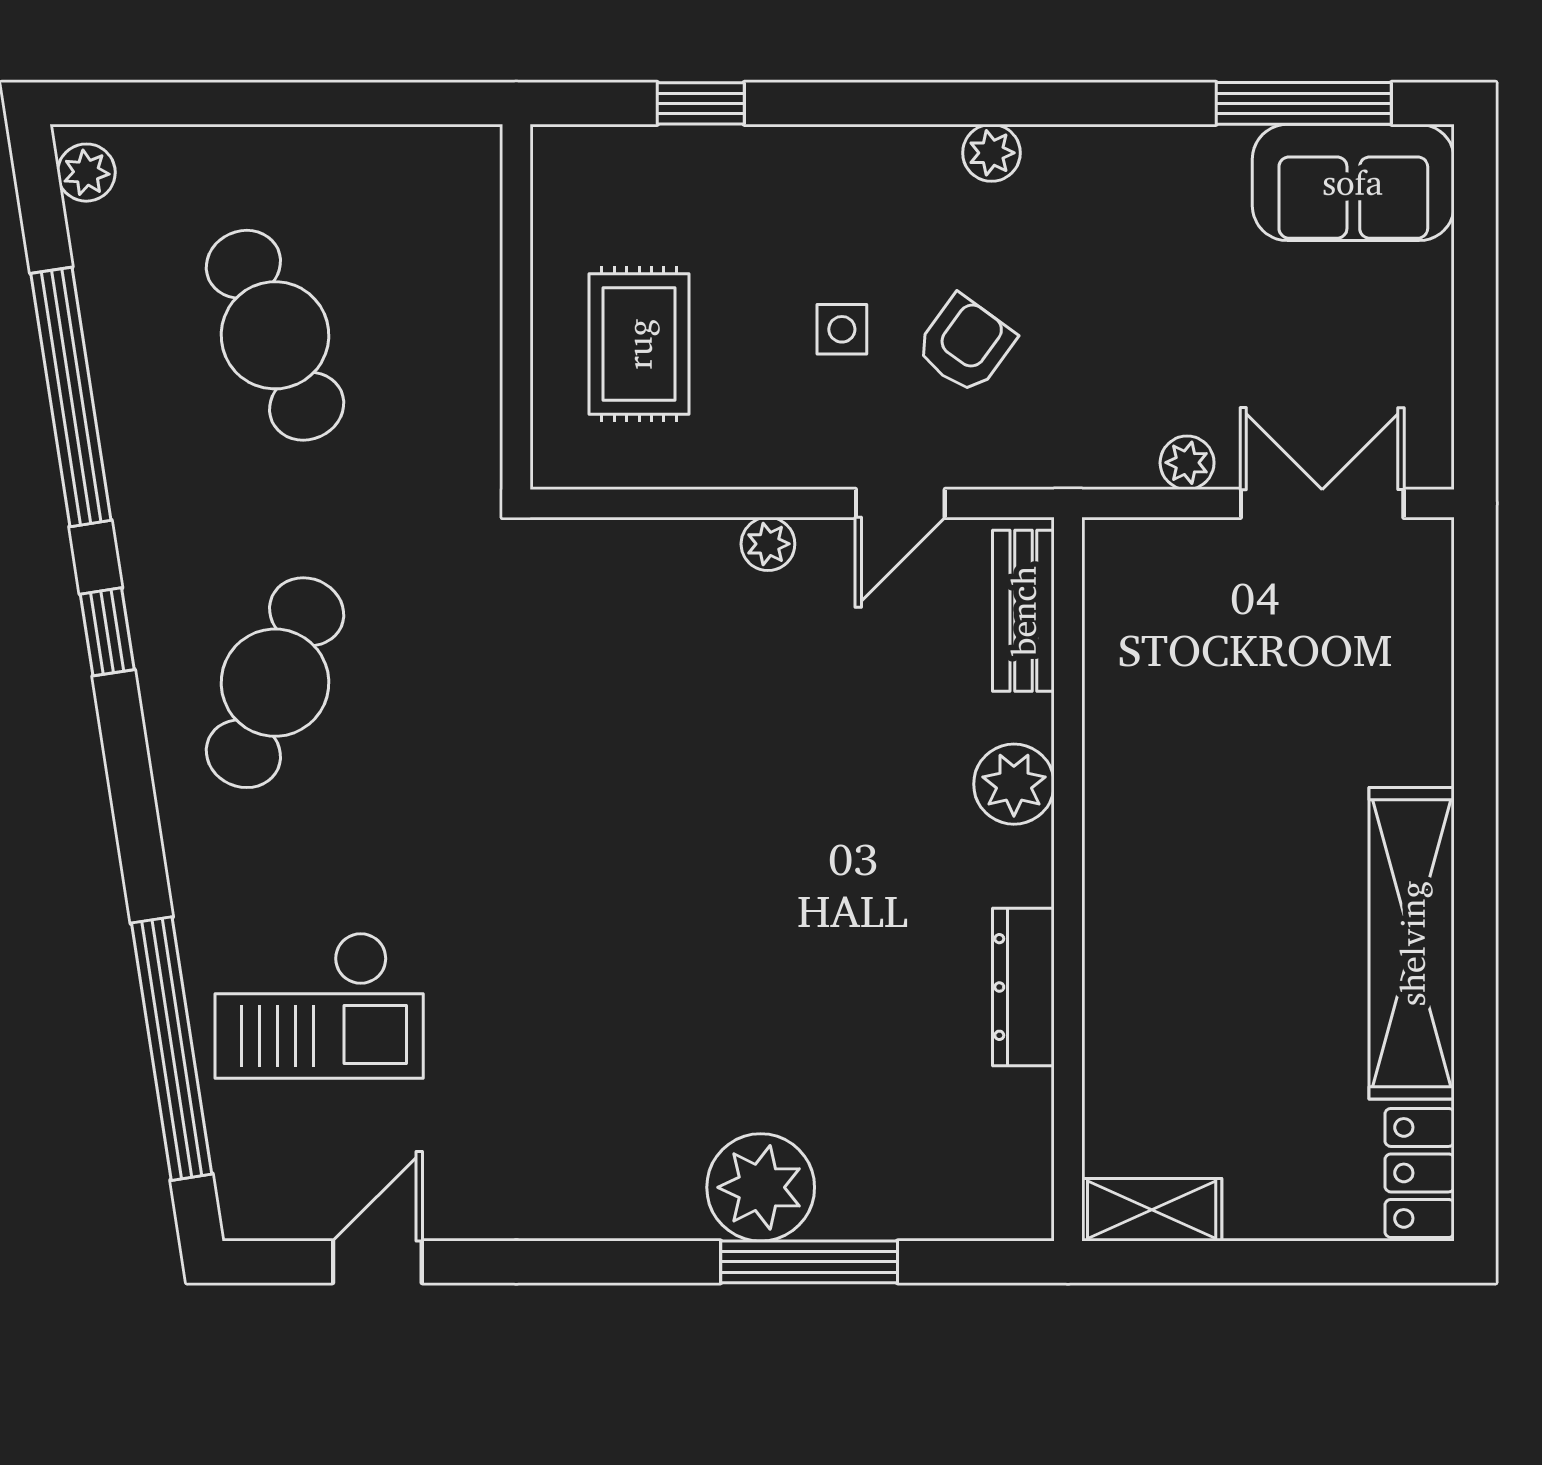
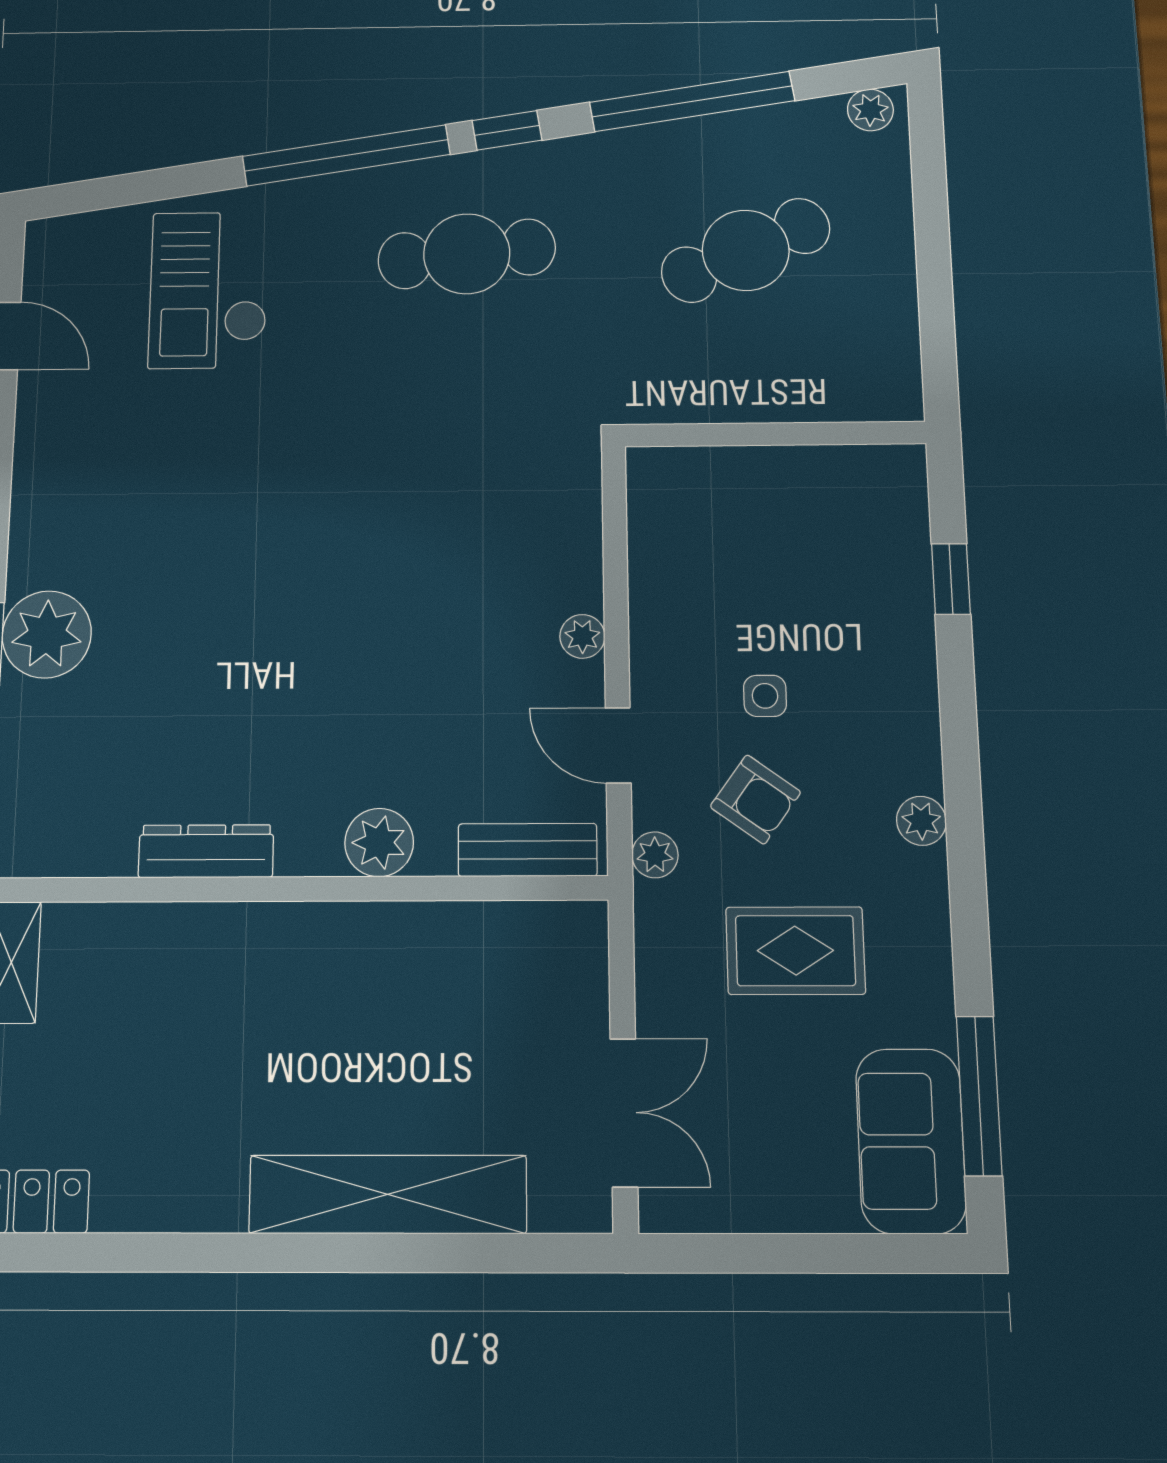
rug: (639, 344) -> (795, 951), moved
plant: (1187, 463) -> (655, 855), moved
cafe table: (275, 683) -> (467, 254), turned -30
shelving: (1412, 943) -> (388, 1194), moved
window: (172, 1049) -> (346, 155), moved

